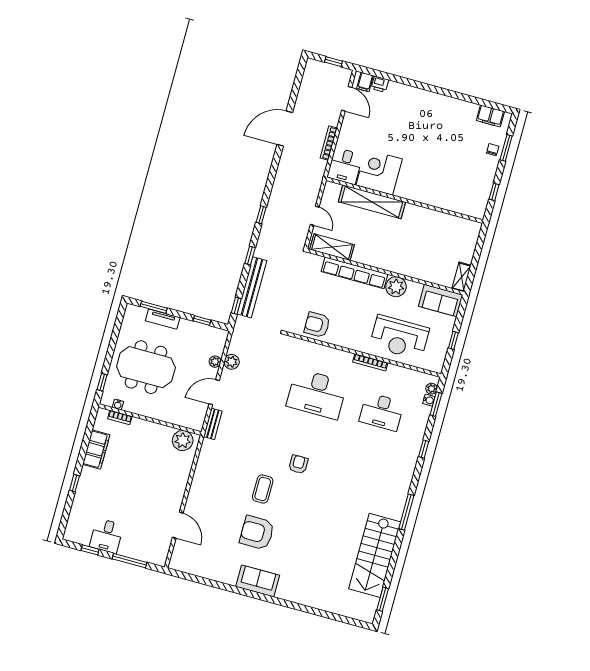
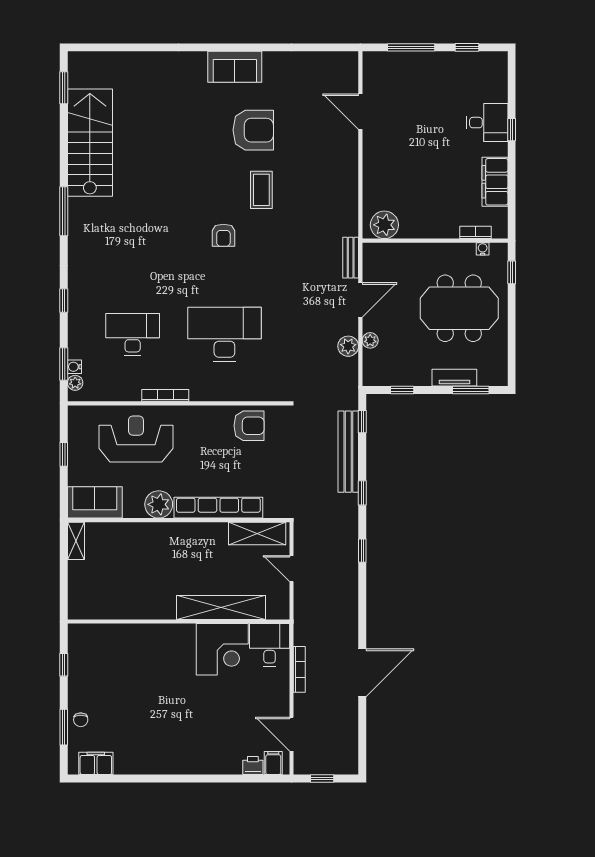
desk: (107, 536) -> (487, 123), moved, turned 90

